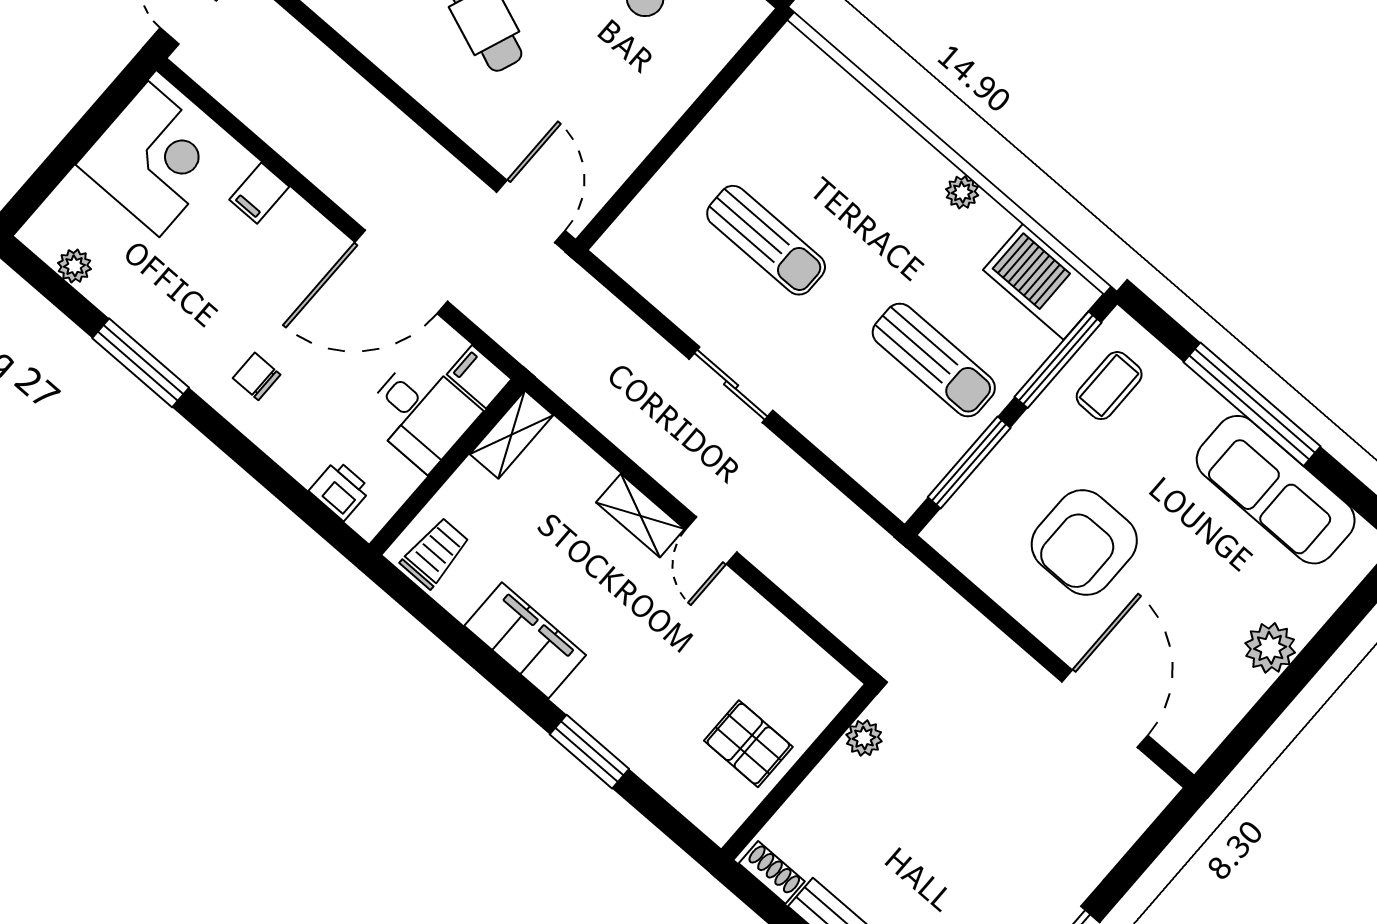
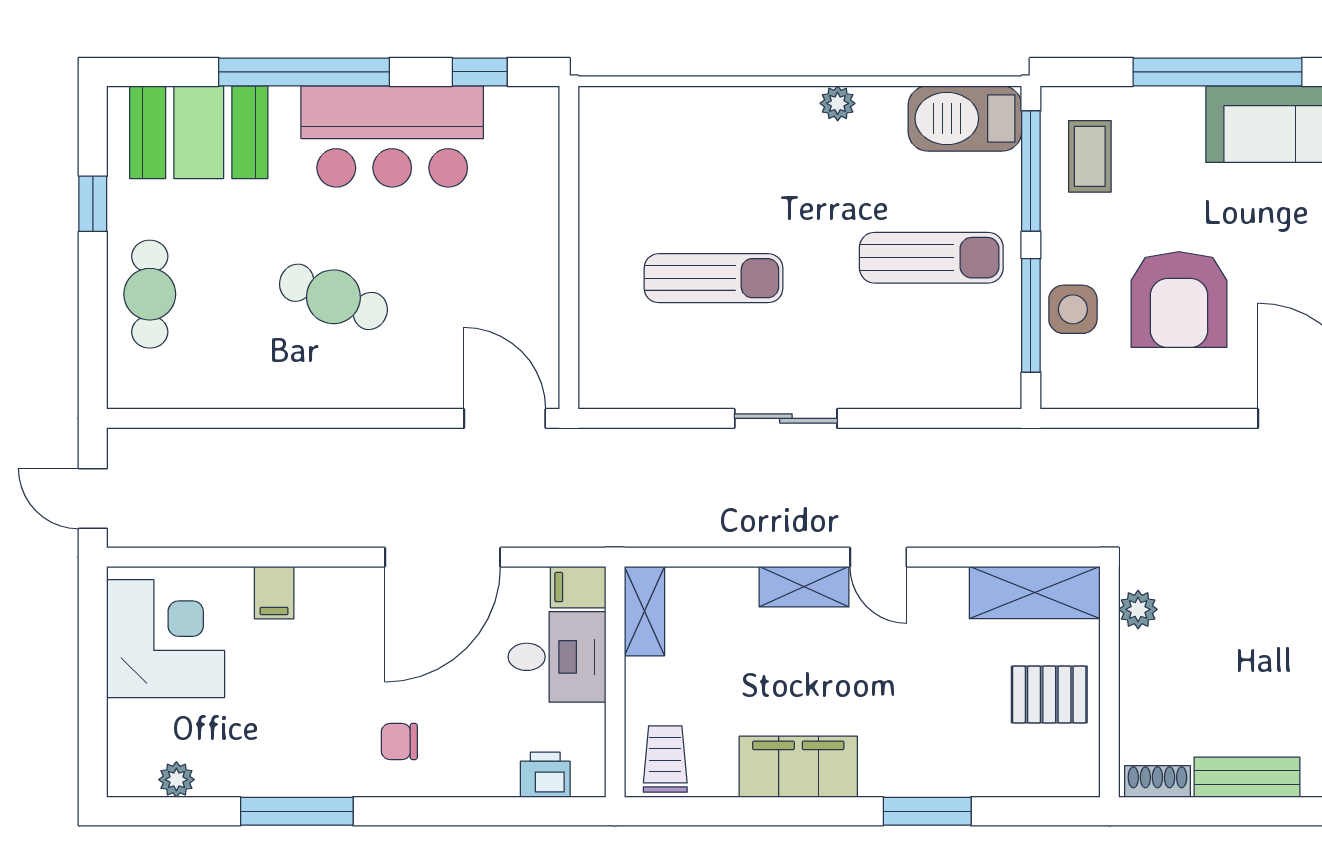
side table: (1003, 484) -> (1073, 309), added
shelving: (801, 662) -> (1035, 593), added

